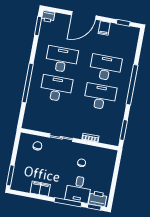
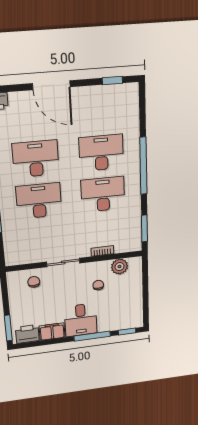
door: (84, 15) -> (51, 85), hinge flipped
filing cabinet: (104, 28) -> (86, 96), removed
plant: (100, 153) -> (120, 267), added
desk: (78, 189) -> (81, 320), moved
printer: (98, 199) -> (27, 334), moved

